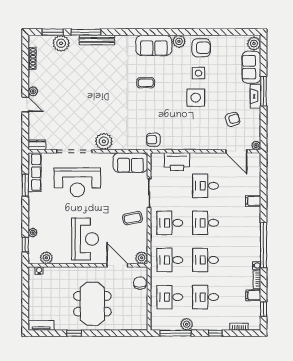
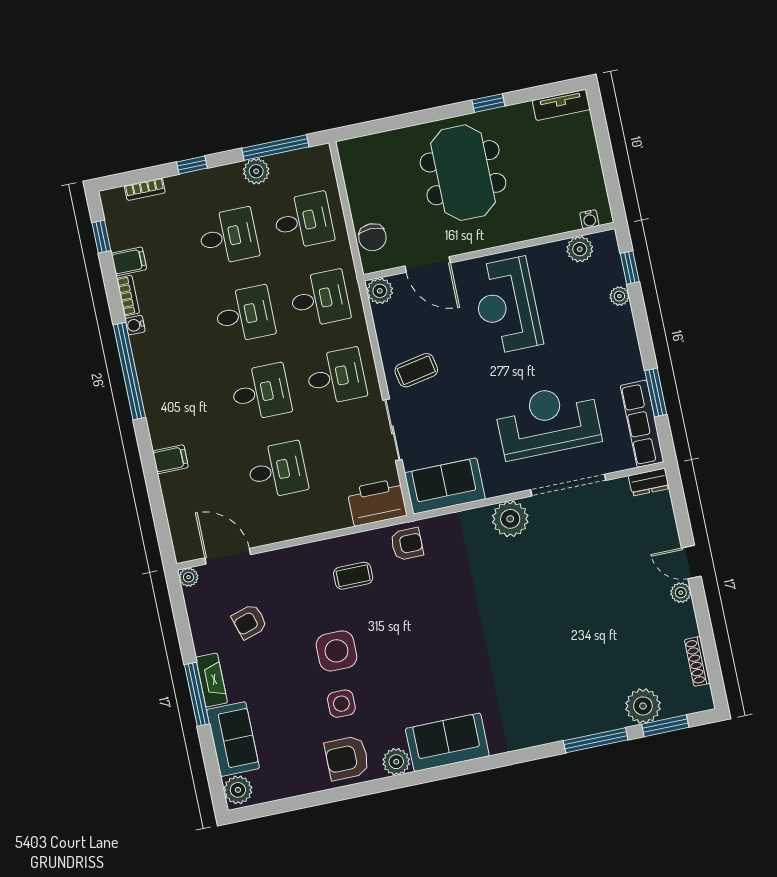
bench: (97, 40) -> (569, 729), removed
coffee table: (146, 83) -> (353, 576), moved
printer: (177, 162) -> (377, 502), moved

